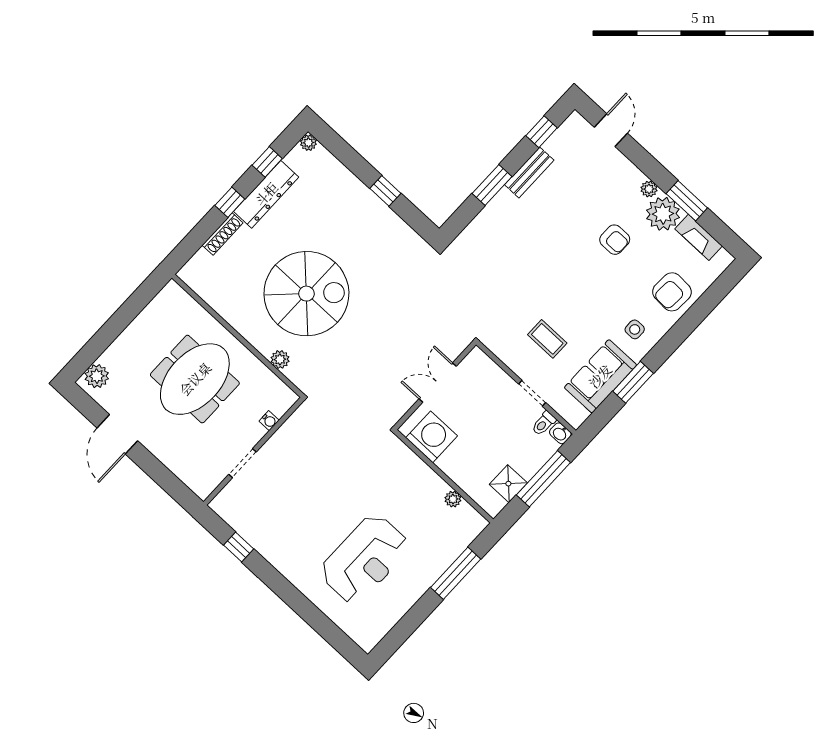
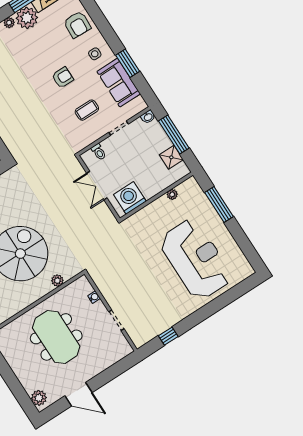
armchair: (615, 240) -> (63, 78), moved
toilet: (544, 423) -> (99, 152), moved
reception desk: (365, 559) -> (196, 259), width x1.36, depth x1.30

